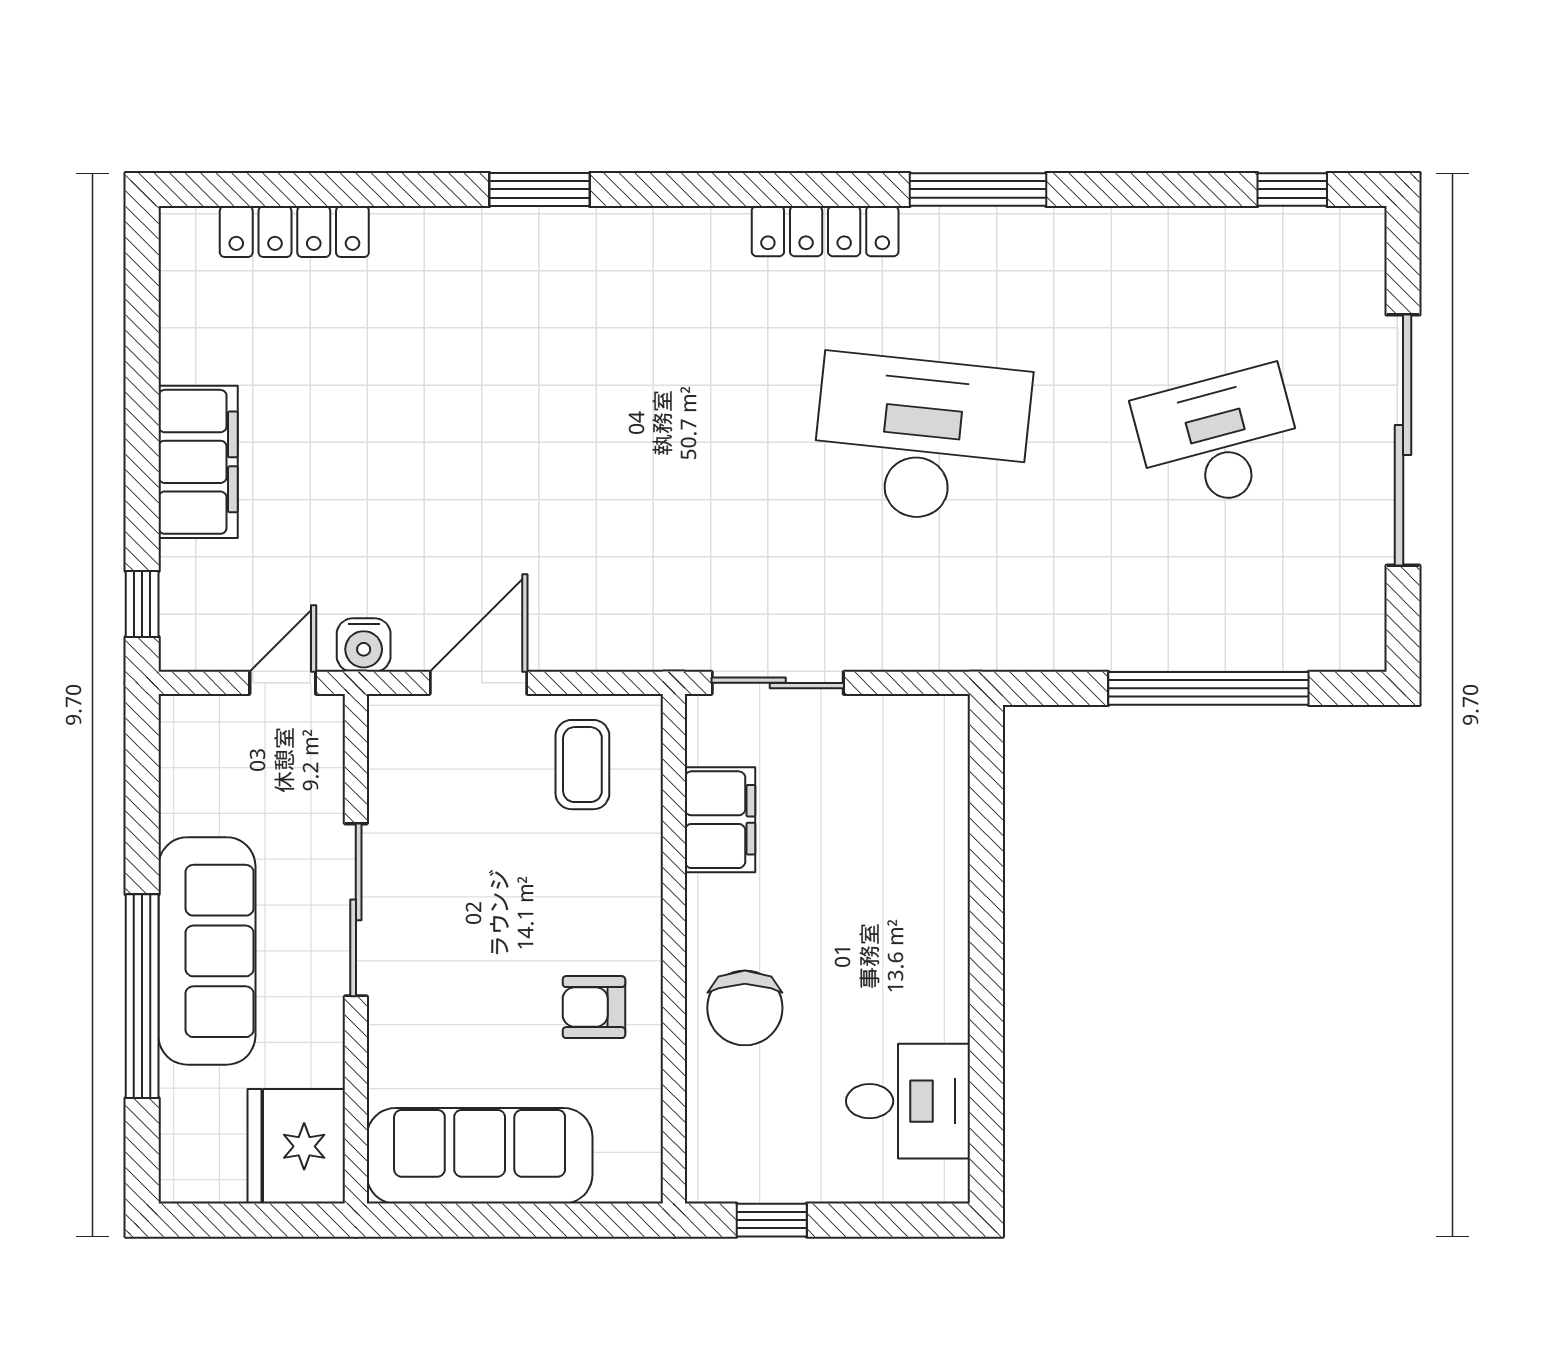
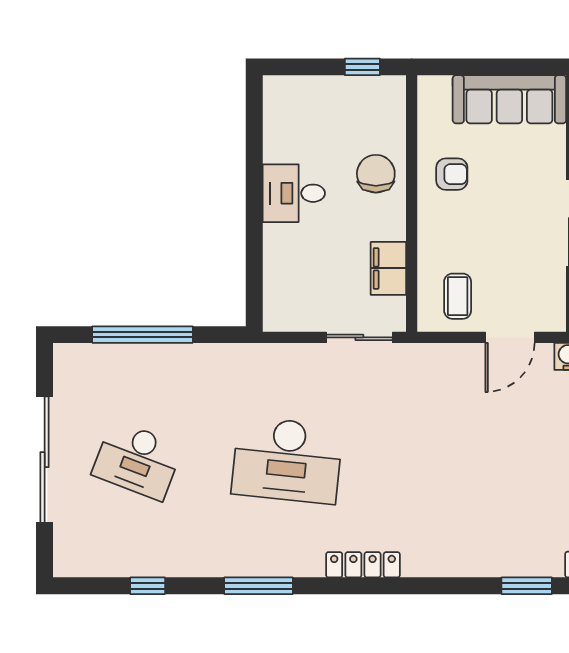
window: (540, 189) -> (527, 586), moved
window: (1292, 189) -> (148, 586), moved
locker: (825, 231) -> (363, 565), moved
desk: (1219, 439) -> (137, 460), turned 36
desk: (908, 1101) -> (294, 193), moved

